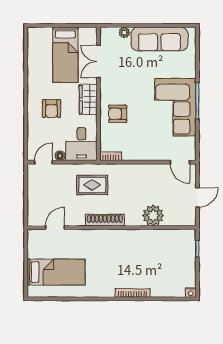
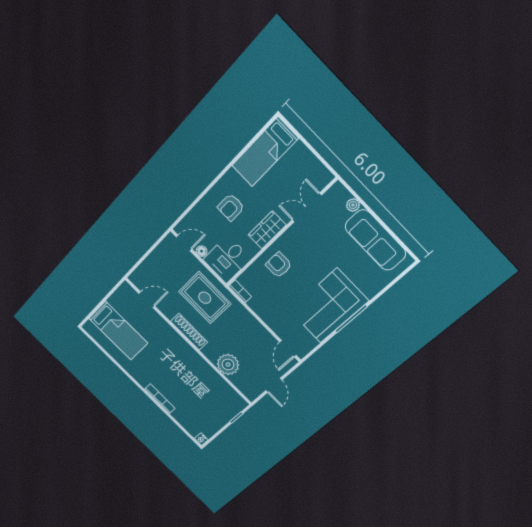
bed: (65, 55) -> (265, 152), moved
rug: (92, 185) -> (205, 298), width x1.36, depth x1.43
door: (197, 197) -> (274, 385), hinge flipped

